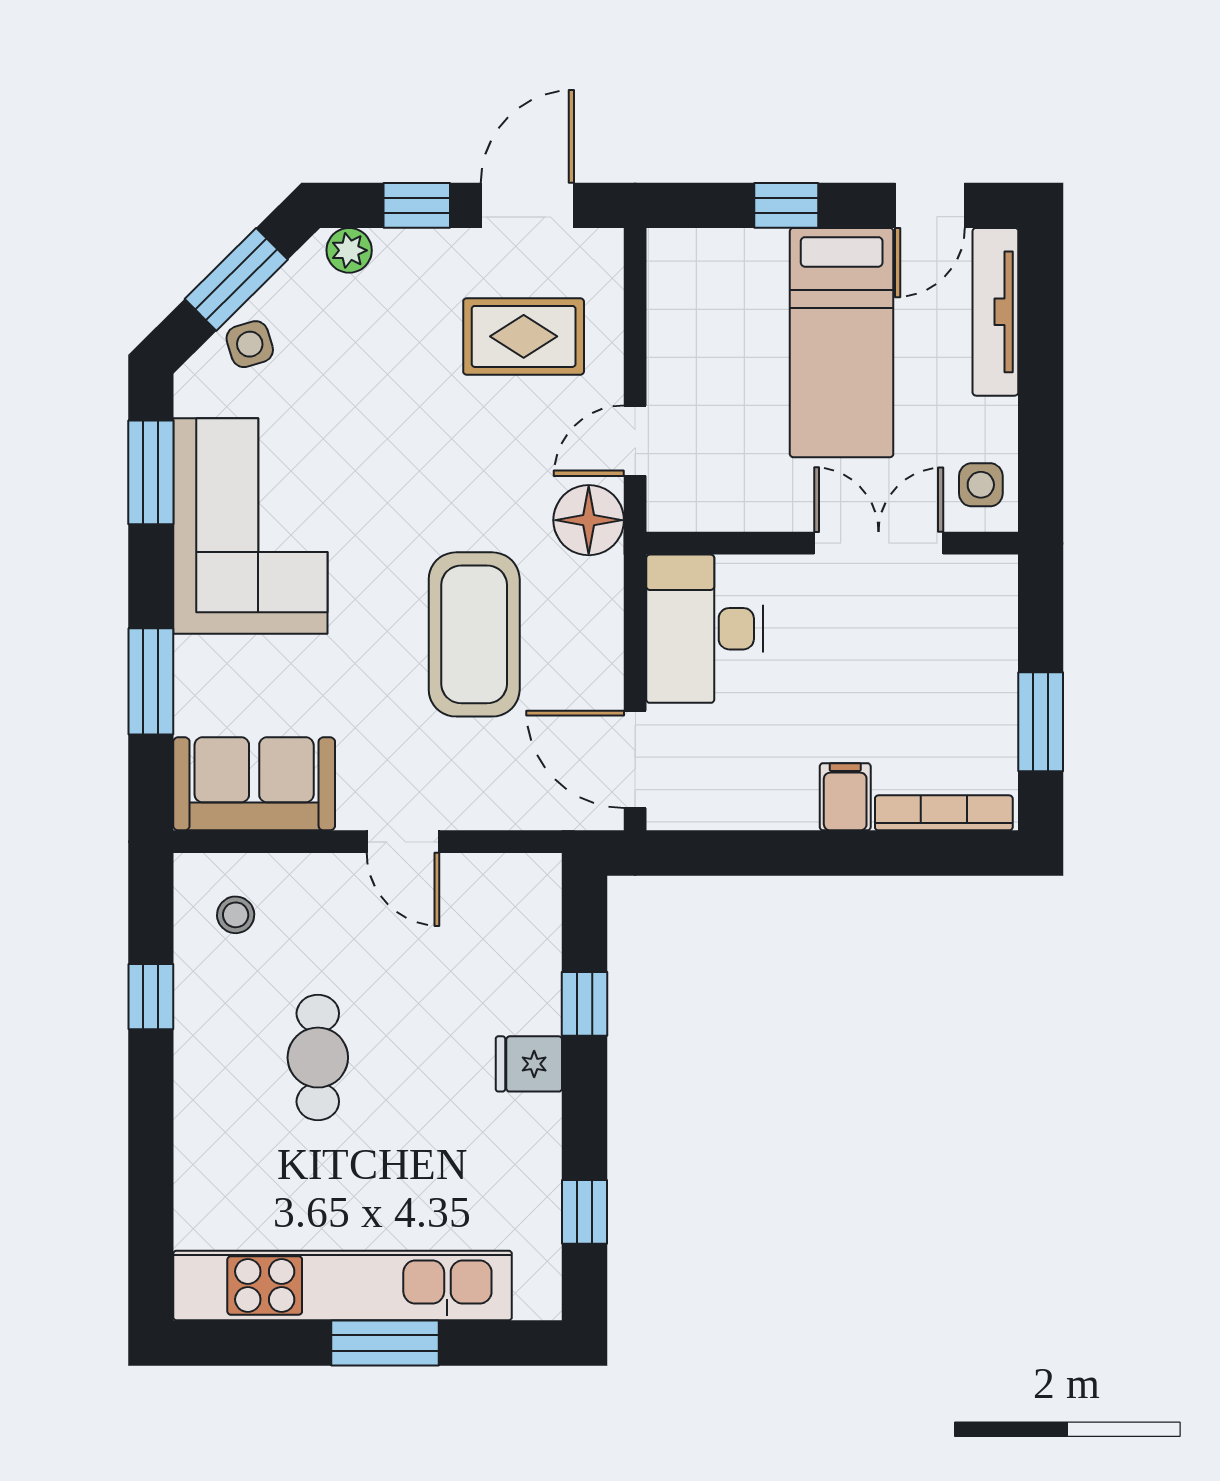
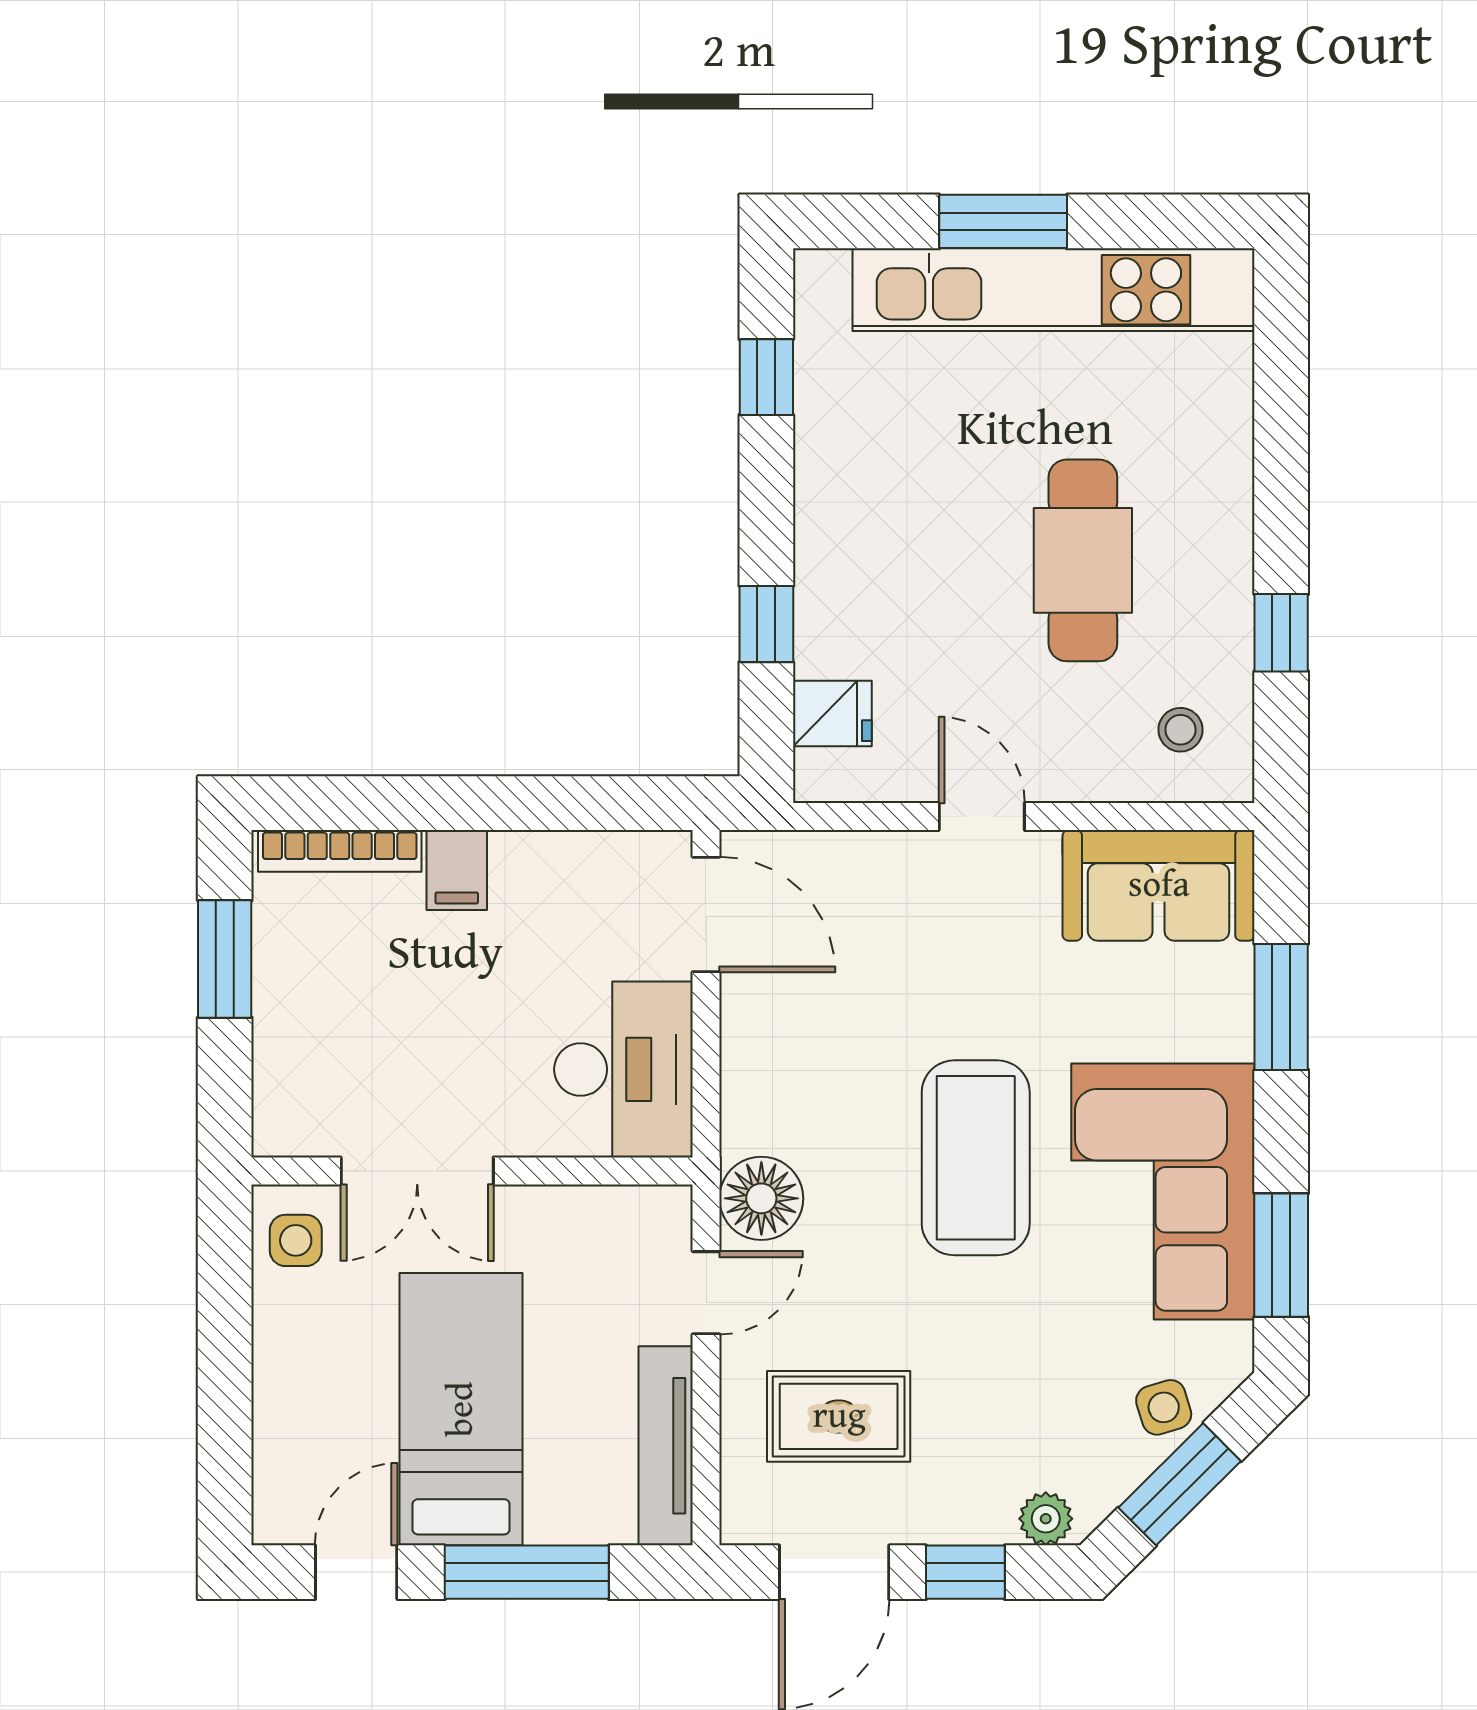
window: (786, 205) -> (527, 1572), width x2.17
tv unit: (995, 312) -> (666, 1446), moved, turned 180
coffee table: (474, 634) -> (976, 1158), moved
cafe table: (318, 1058) -> (1083, 560), width x1.37, depth x1.35
fridge: (529, 1064) -> (832, 714), moved

